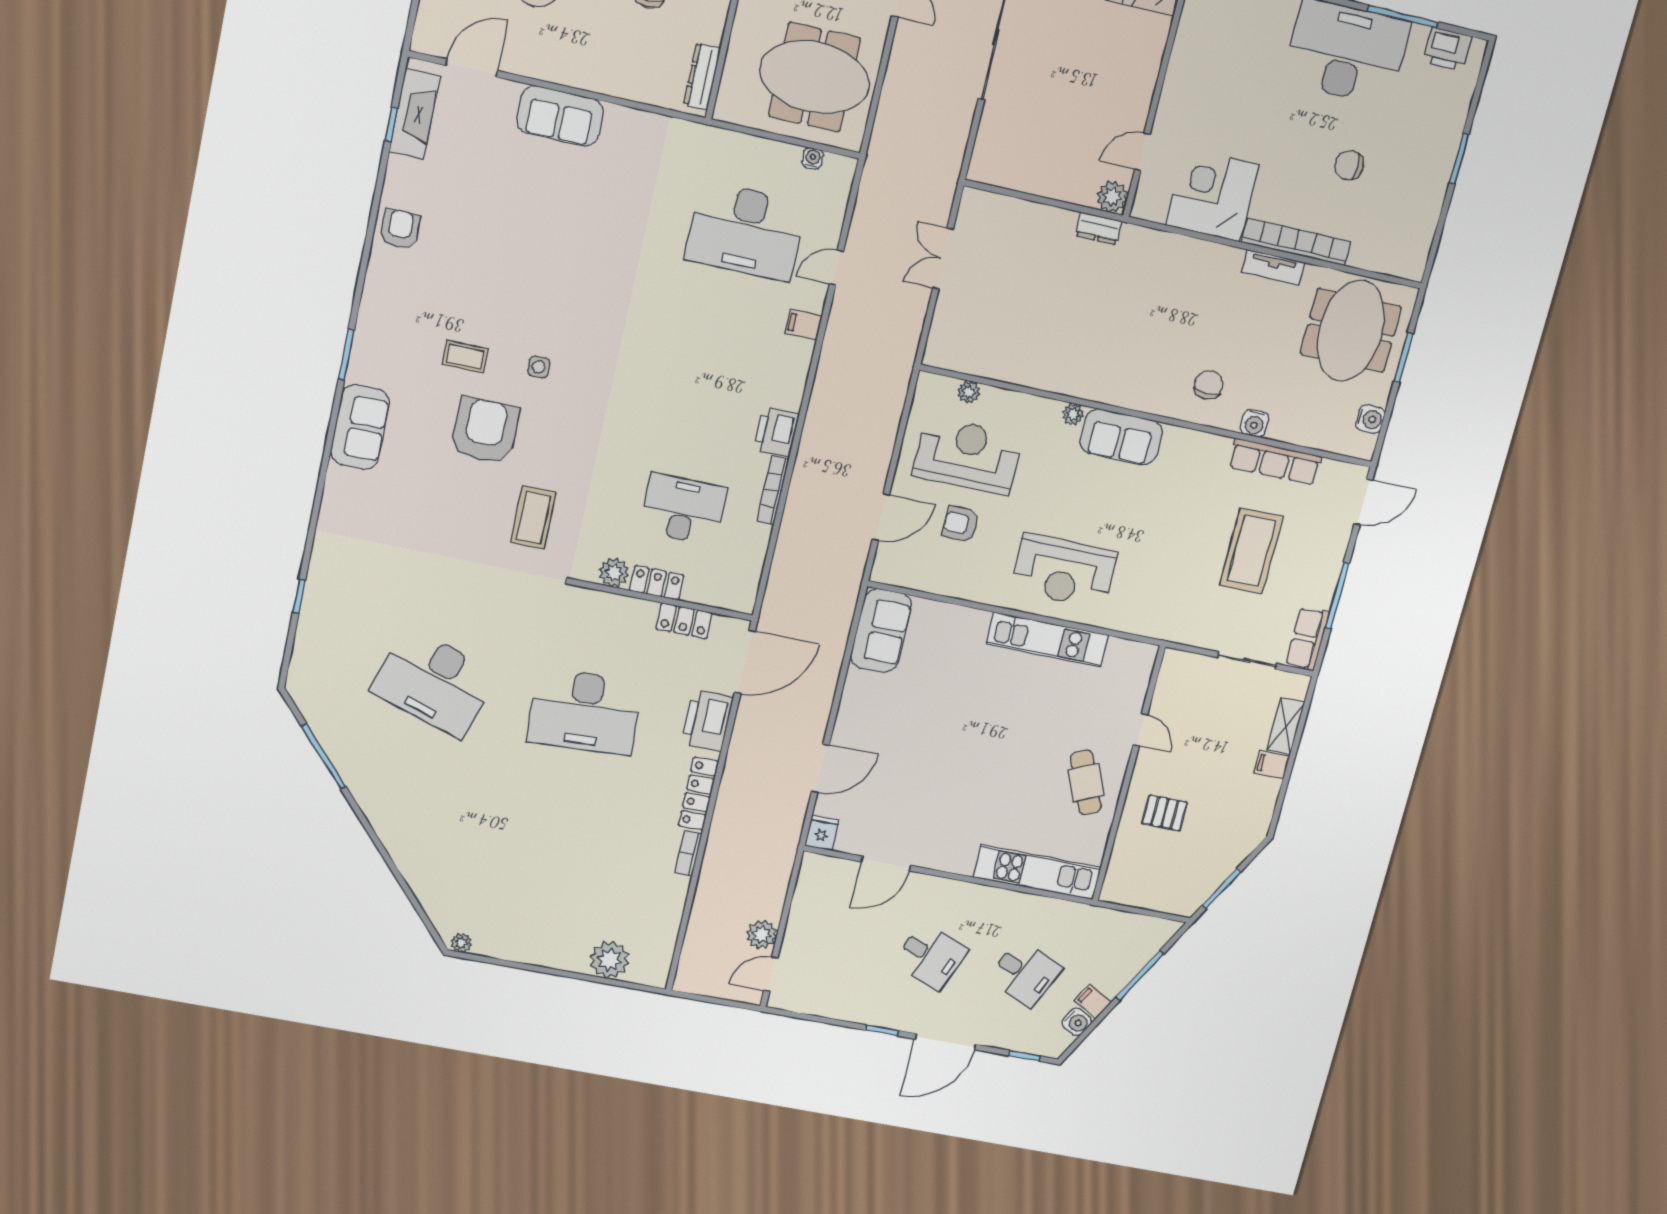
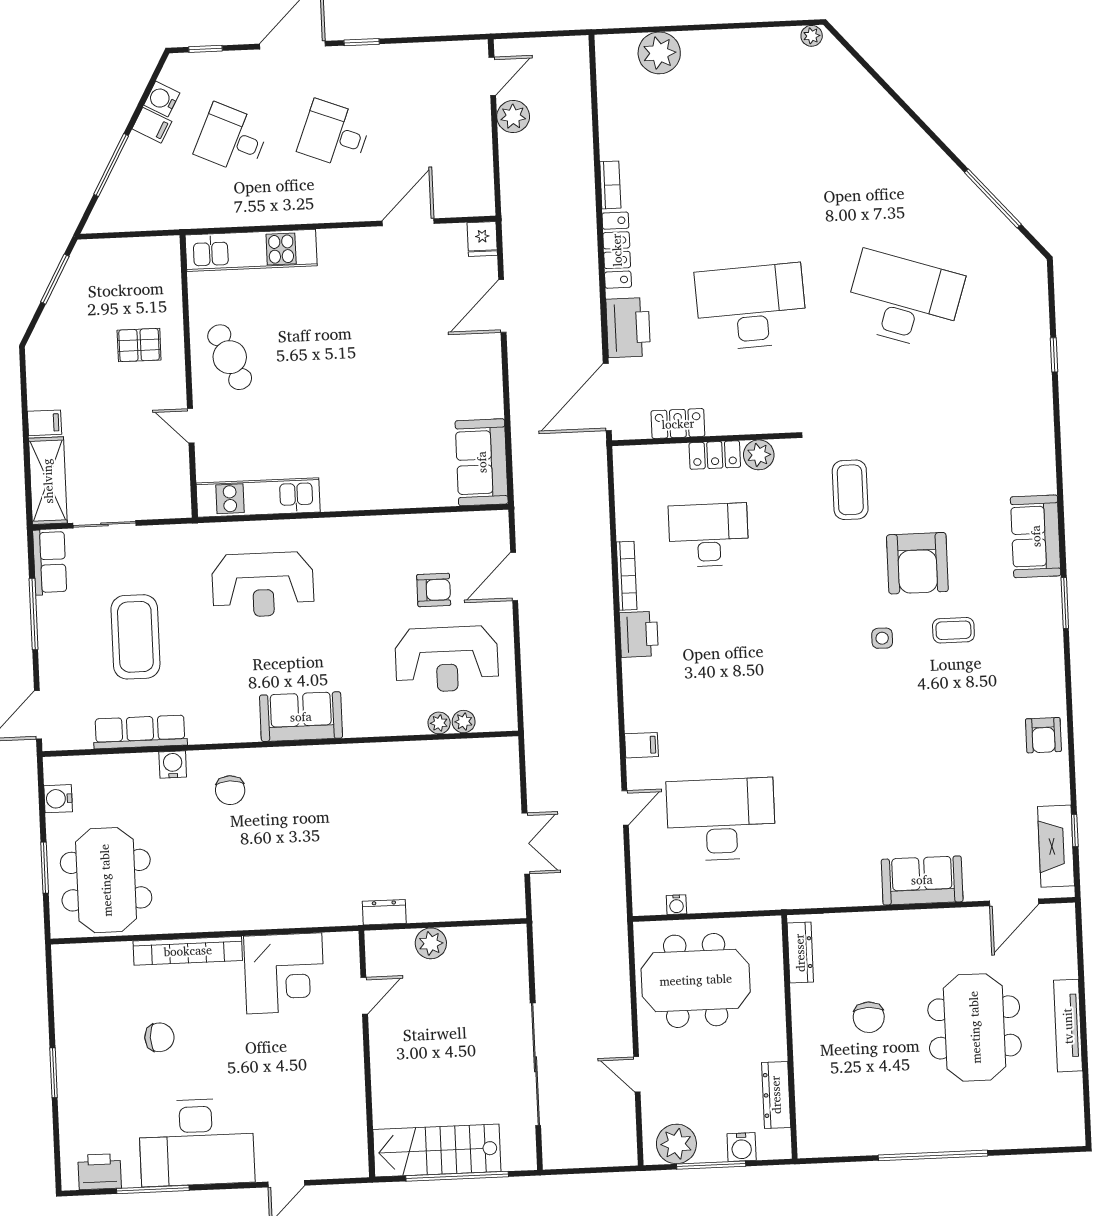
plant: (1112, 197) -> (431, 943), moved
tv unit: (1273, 267) -> (203, 921), removed
plant: (1073, 414) -> (439, 723), moved
desk: (683, 509) -> (709, 535), turned 180
reception desk: (1064, 571) -> (263, 585), moved, turned 180
kitchen unit: (1047, 639) -> (258, 497), moved
shelving: (1286, 726) -> (48, 481), width x1.50, depth x1.33

